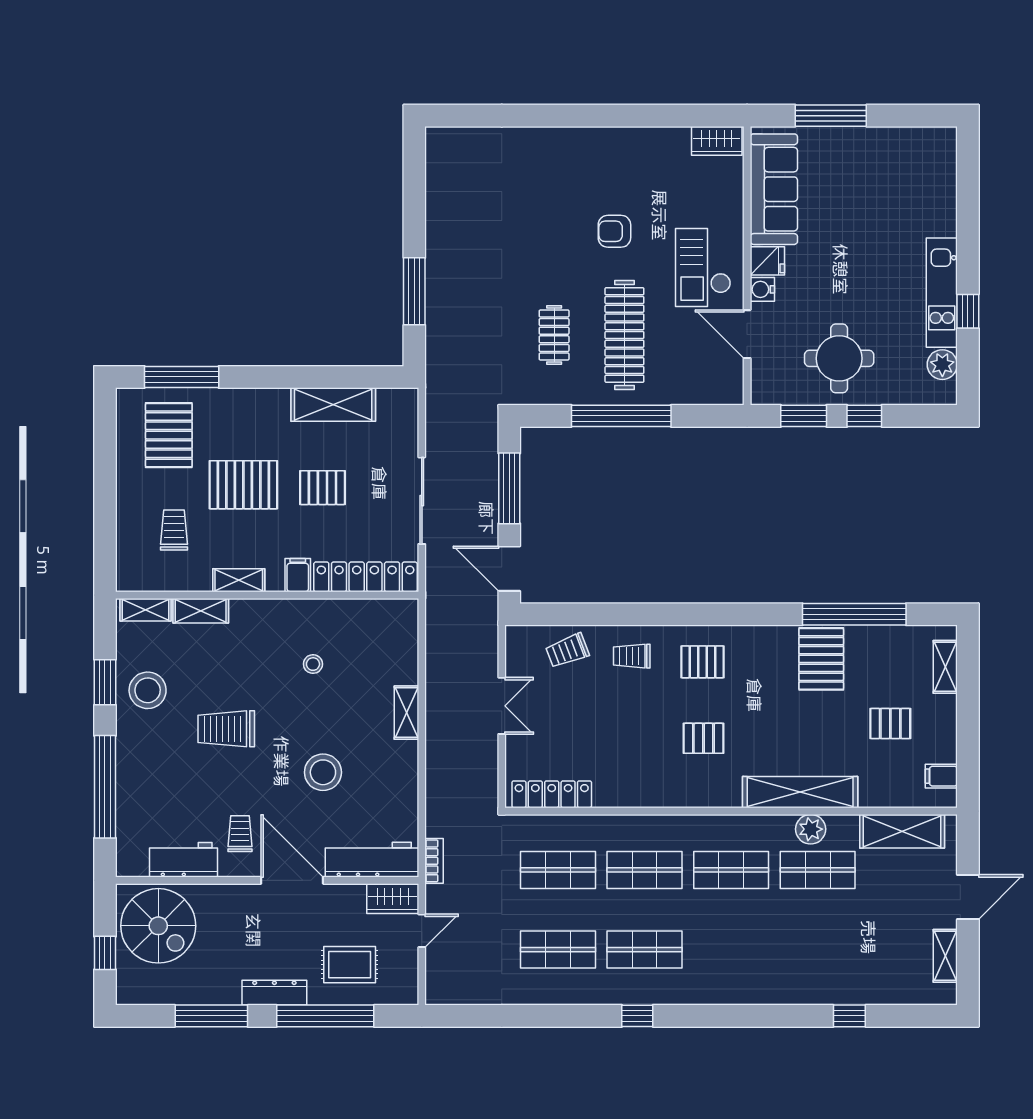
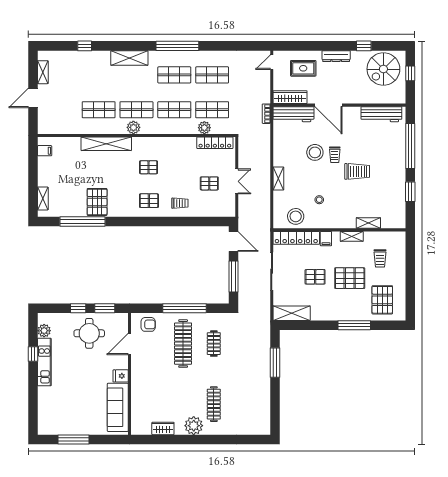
window: (831, 116) -> (74, 439), moved
wardrobe: (717, 141) -> (163, 428), moved
plant: (600, 147) -> (194, 426), added
clothes rail: (554, 197) -> (214, 404), added
armchair: (614, 231) -> (148, 324), moved
checkout: (703, 267) -> (149, 373), removed
water cooler: (762, 289) -> (123, 364), removed
door: (747, 334) -> (129, 344), swing flipped
window: (182, 377) -> (354, 325), moved
shelving: (333, 404) -> (292, 313), moved
shelving: (145, 610) -> (392, 223), removed
trolley: (567, 651) -> (208, 206), removed
stool: (148, 690) -> (296, 216), moved
double door: (502, 706) -> (237, 181), swing flipped
pallet: (890, 724) -> (209, 183), moved
plant: (576, 829) -> (204, 128), added
plant: (811, 829) -> (133, 127), moved
shelving: (902, 831) -> (129, 58), moved
trolley: (240, 834) -> (335, 155), moved
workbench: (183, 860) -> (381, 114), width x1.38
wardrobe: (393, 899) -> (290, 97), width x1.50
spiral stairs: (158, 926) -> (383, 69), moved, turned -90
door: (422, 931) -> (272, 62), moved
window: (211, 1016) -> (364, 46), width x0.46
window: (325, 1016) -> (314, 46), removed
window: (637, 1016) -> (177, 46), width x3.17

